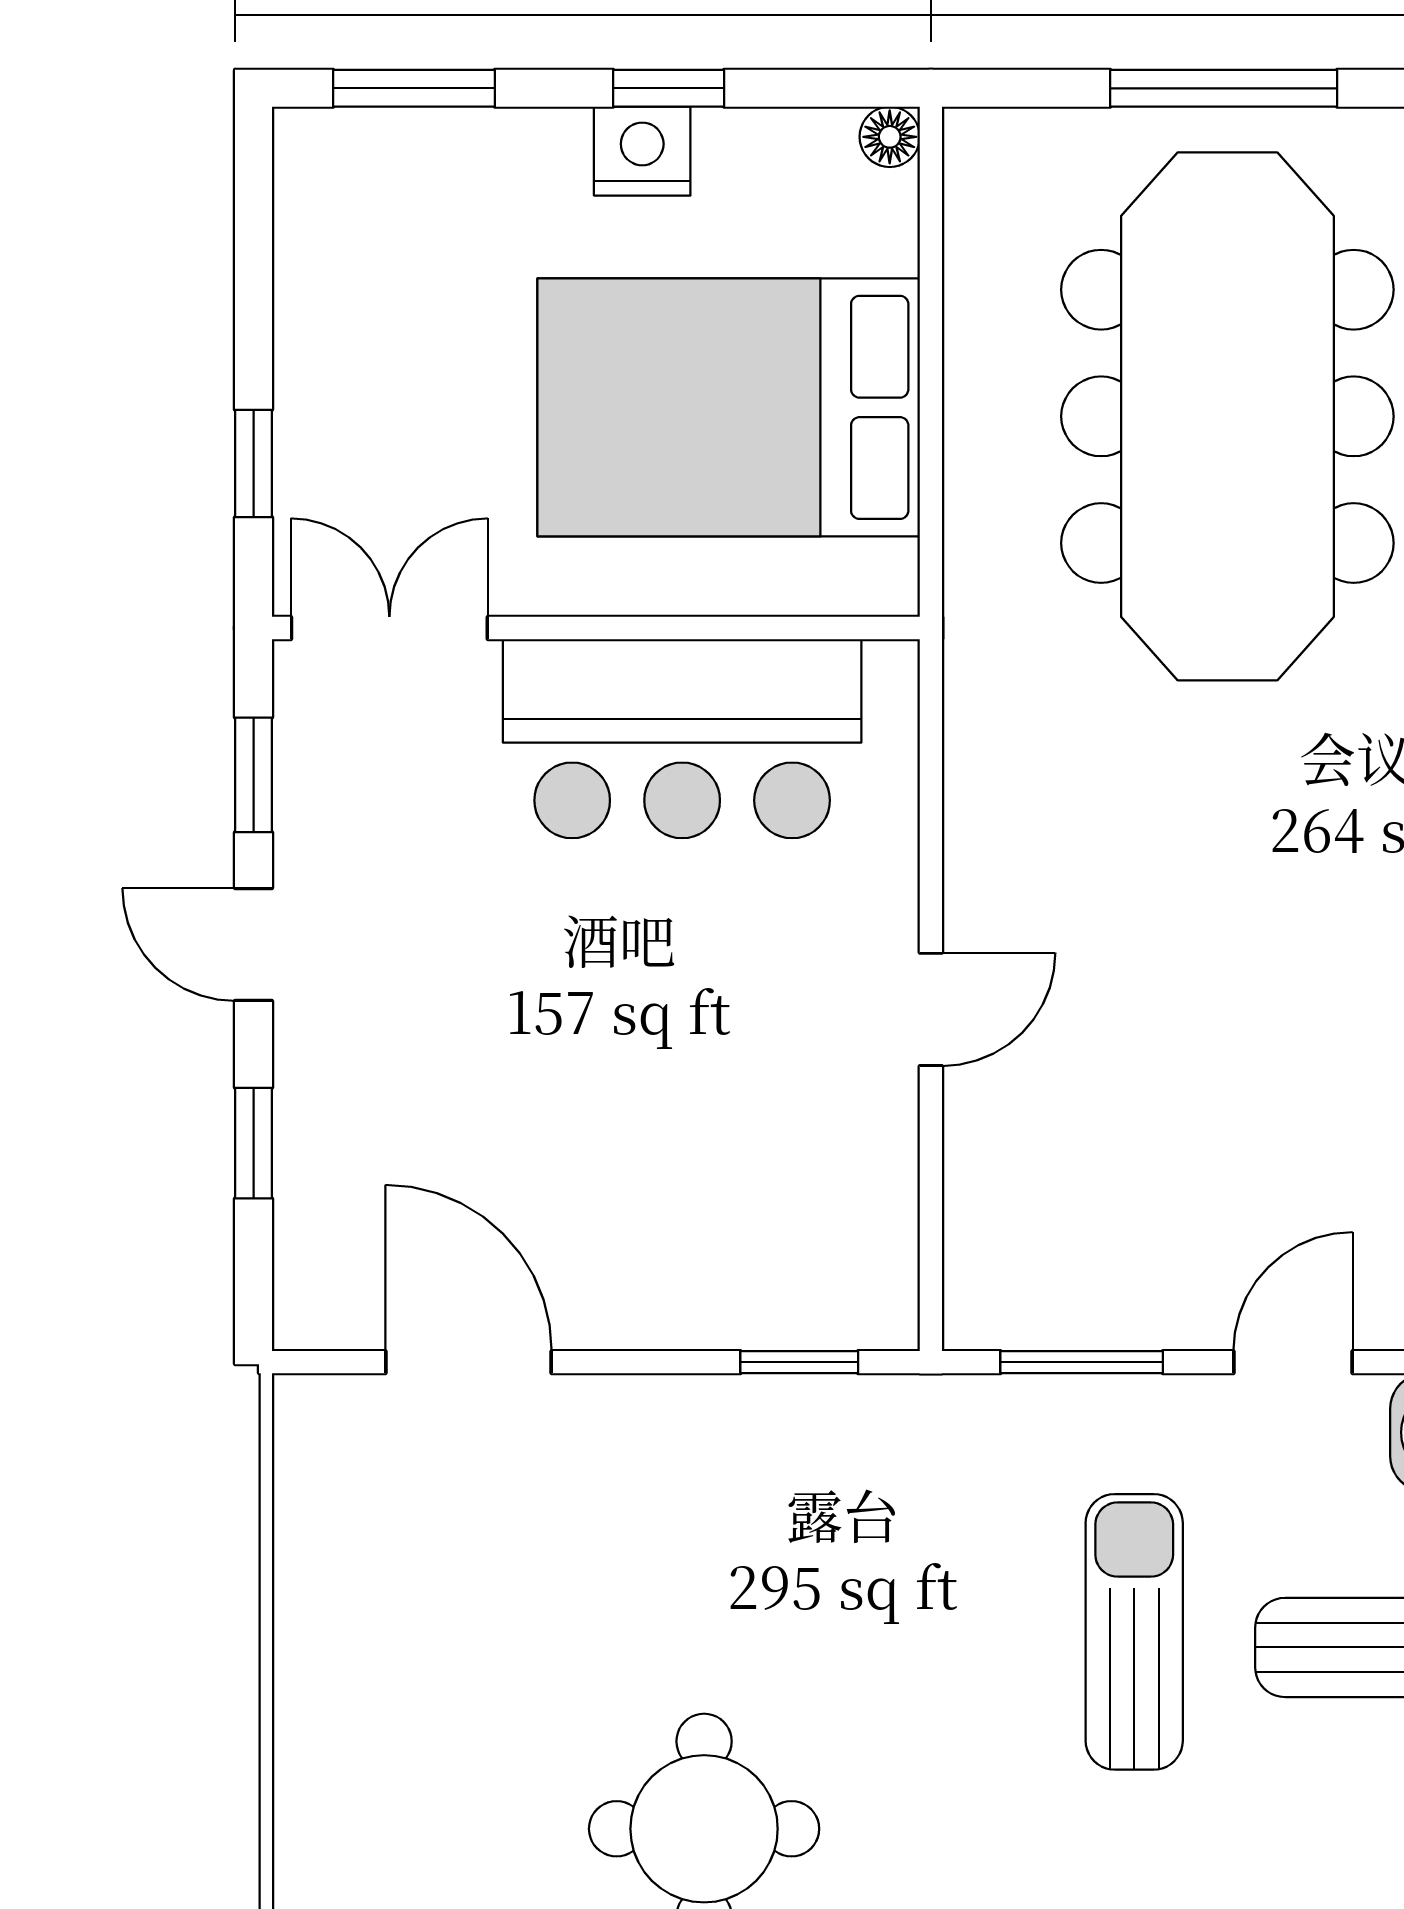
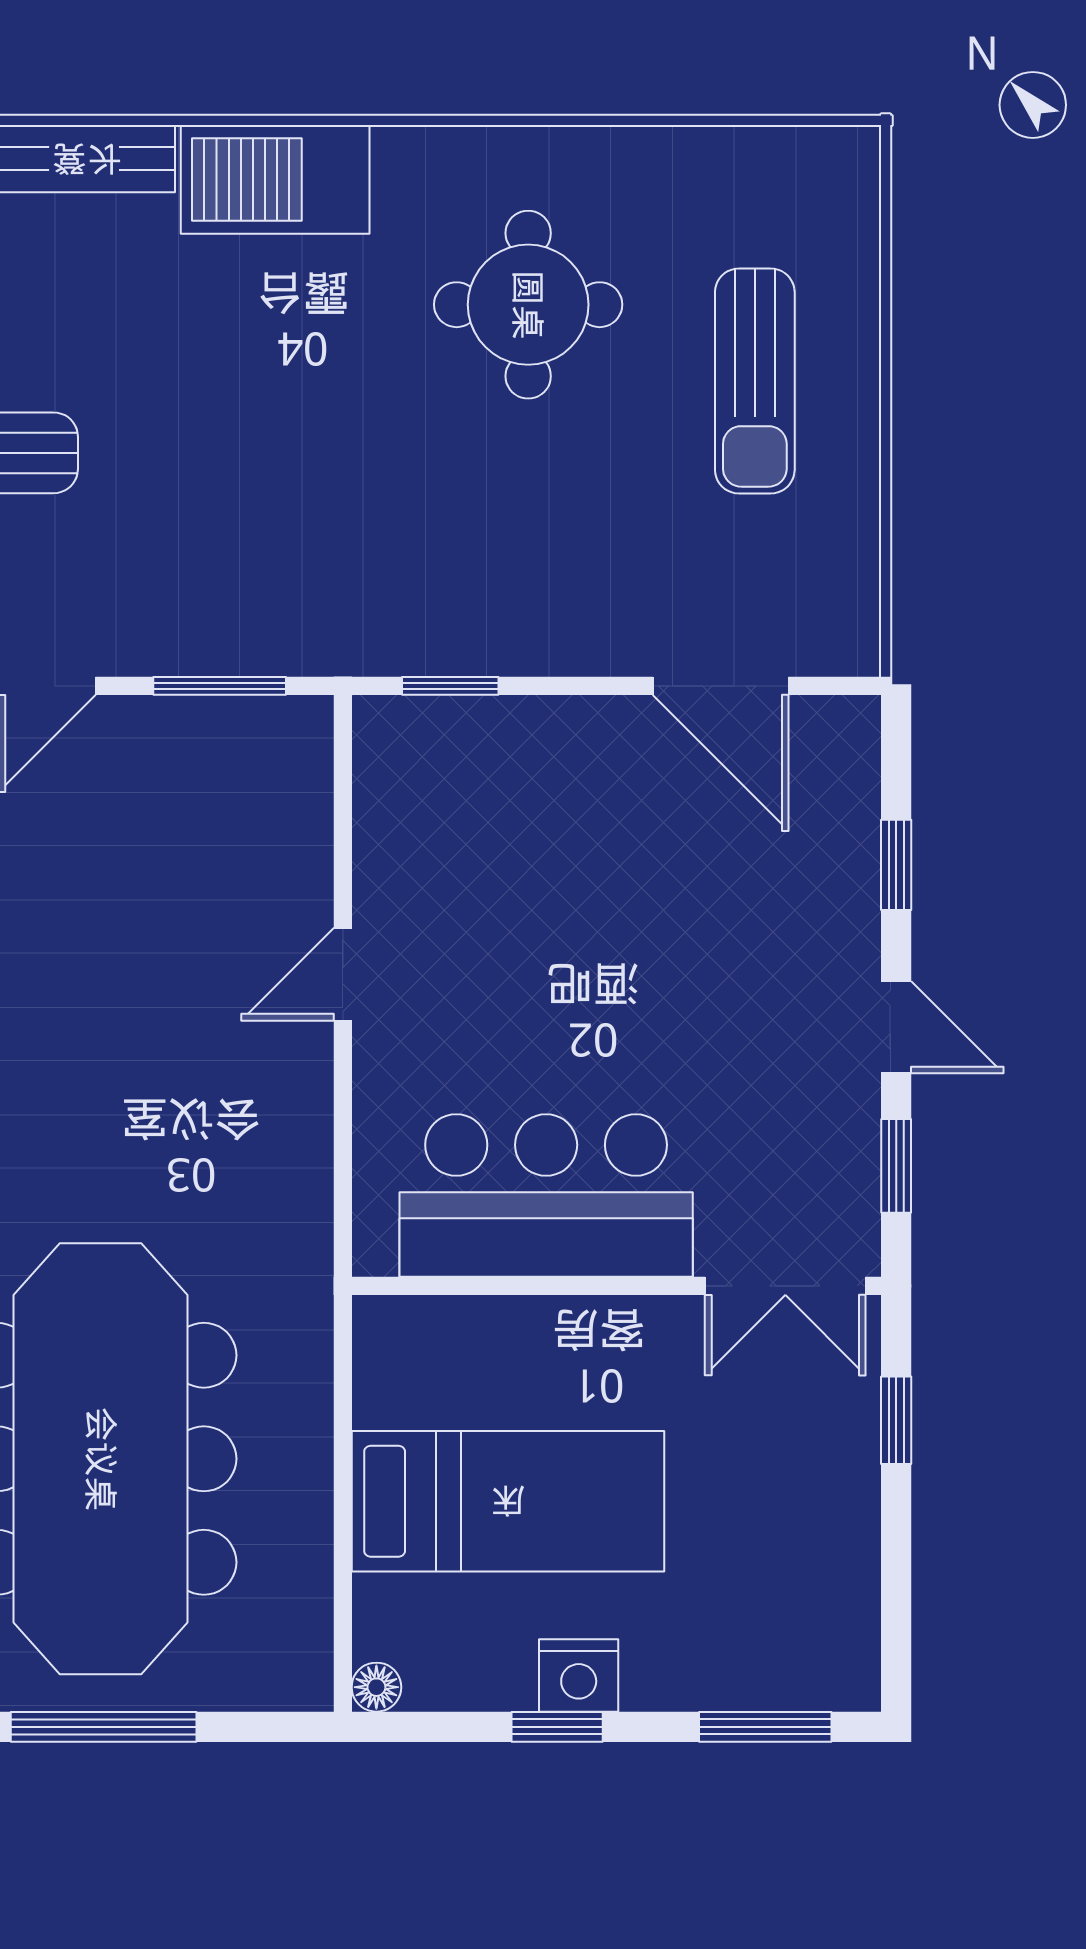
bed: (729, 407) -> (508, 1501), width x0.67
sun lounger: (1134, 1632) -> (755, 381), moved

